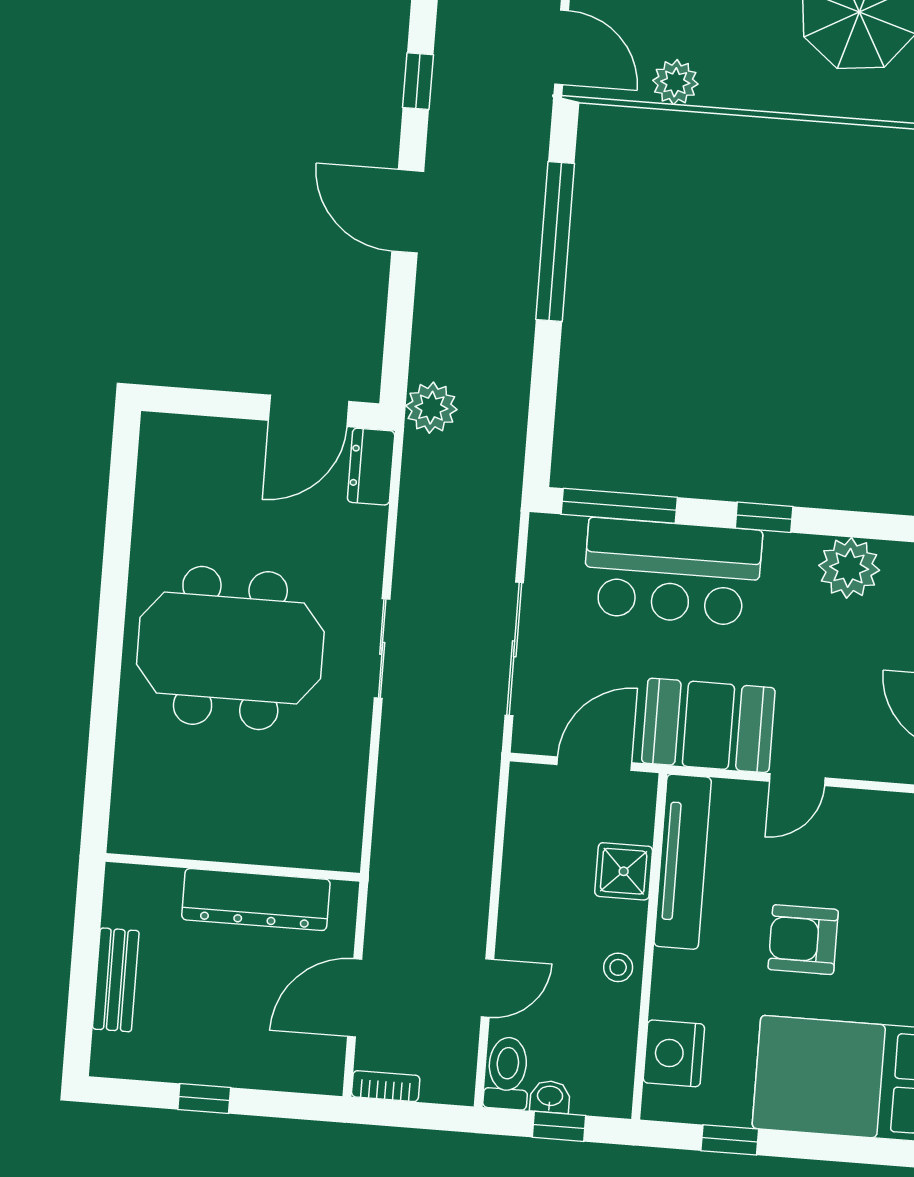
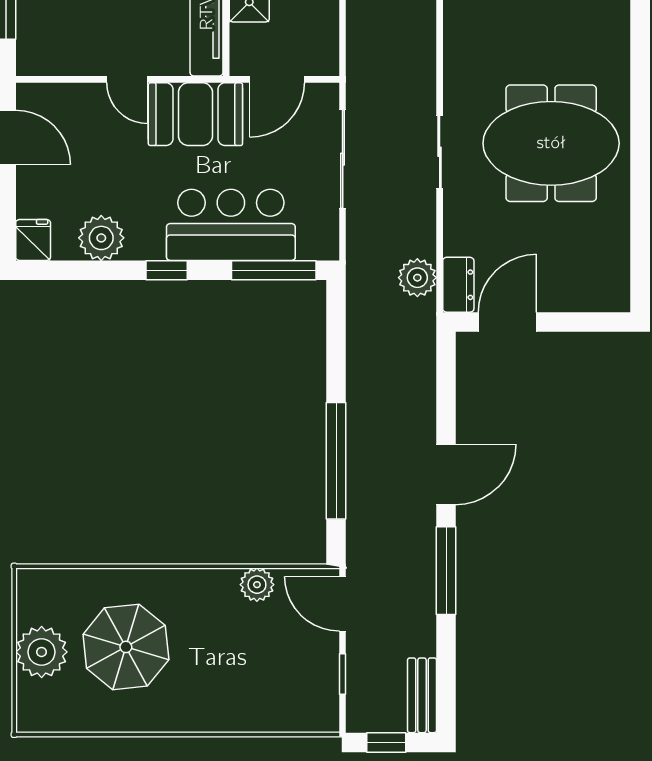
window: (418, 81) -> (446, 571), width x2.17
door: (408, 211) -> (446, 474), hinge flipped
plant: (431, 408) -> (417, 278), moved
door: (797, 780) -> (127, 79), swing flipped

